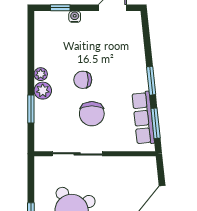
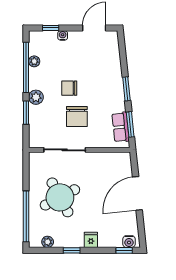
window: (31, 55) -> (26, 67), added
plant: (41, 74) -> (34, 61), moved
row of seats: (143, 118) -> (121, 127), width x0.68

